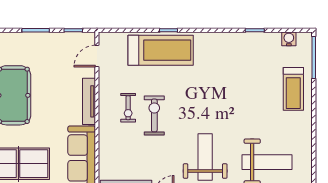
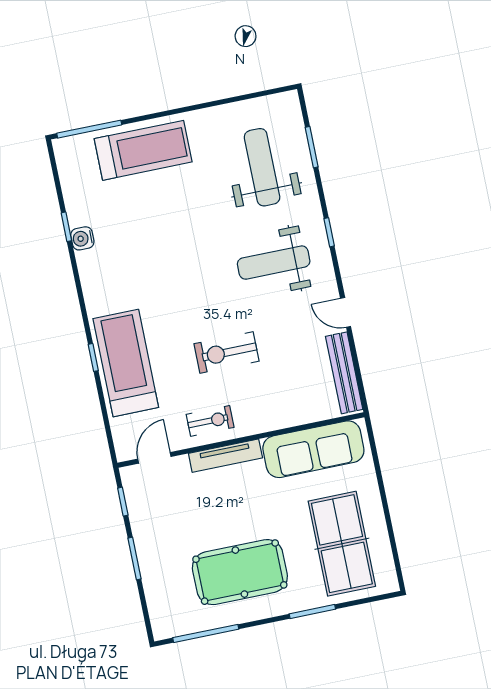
water cooler: (289, 39) -> (82, 238), moved
door: (97, 56) -> (154, 458), swing flipped
treadmill: (293, 89) -> (143, 150), width x1.37, depth x1.38
exercise bike: (128, 108) -> (210, 421), moved

